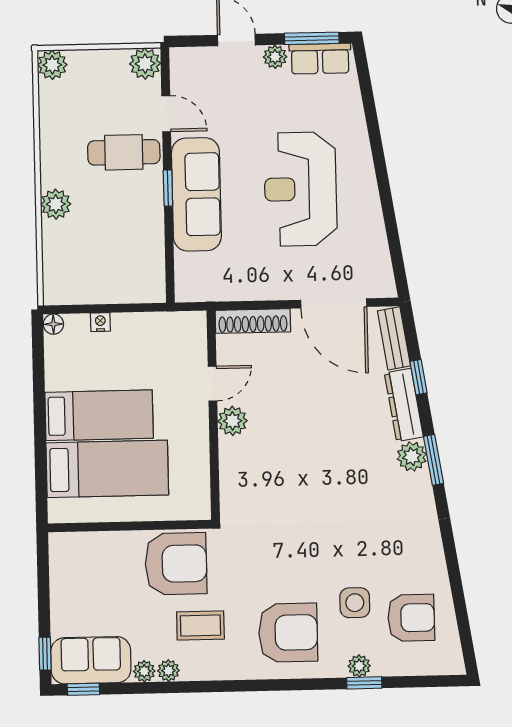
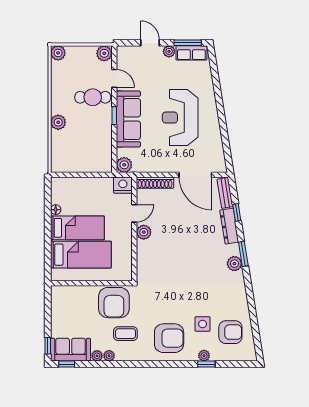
plant: (190, 287) -> (124, 165), added
nightstand: (100, 322) -> (123, 185), moved, width x1.89, depth x1.79
floor lamp: (53, 324) -> (56, 210), moved
plant: (412, 456) -> (234, 264), moved
armchair: (176, 564) -> (114, 303), turned 90

